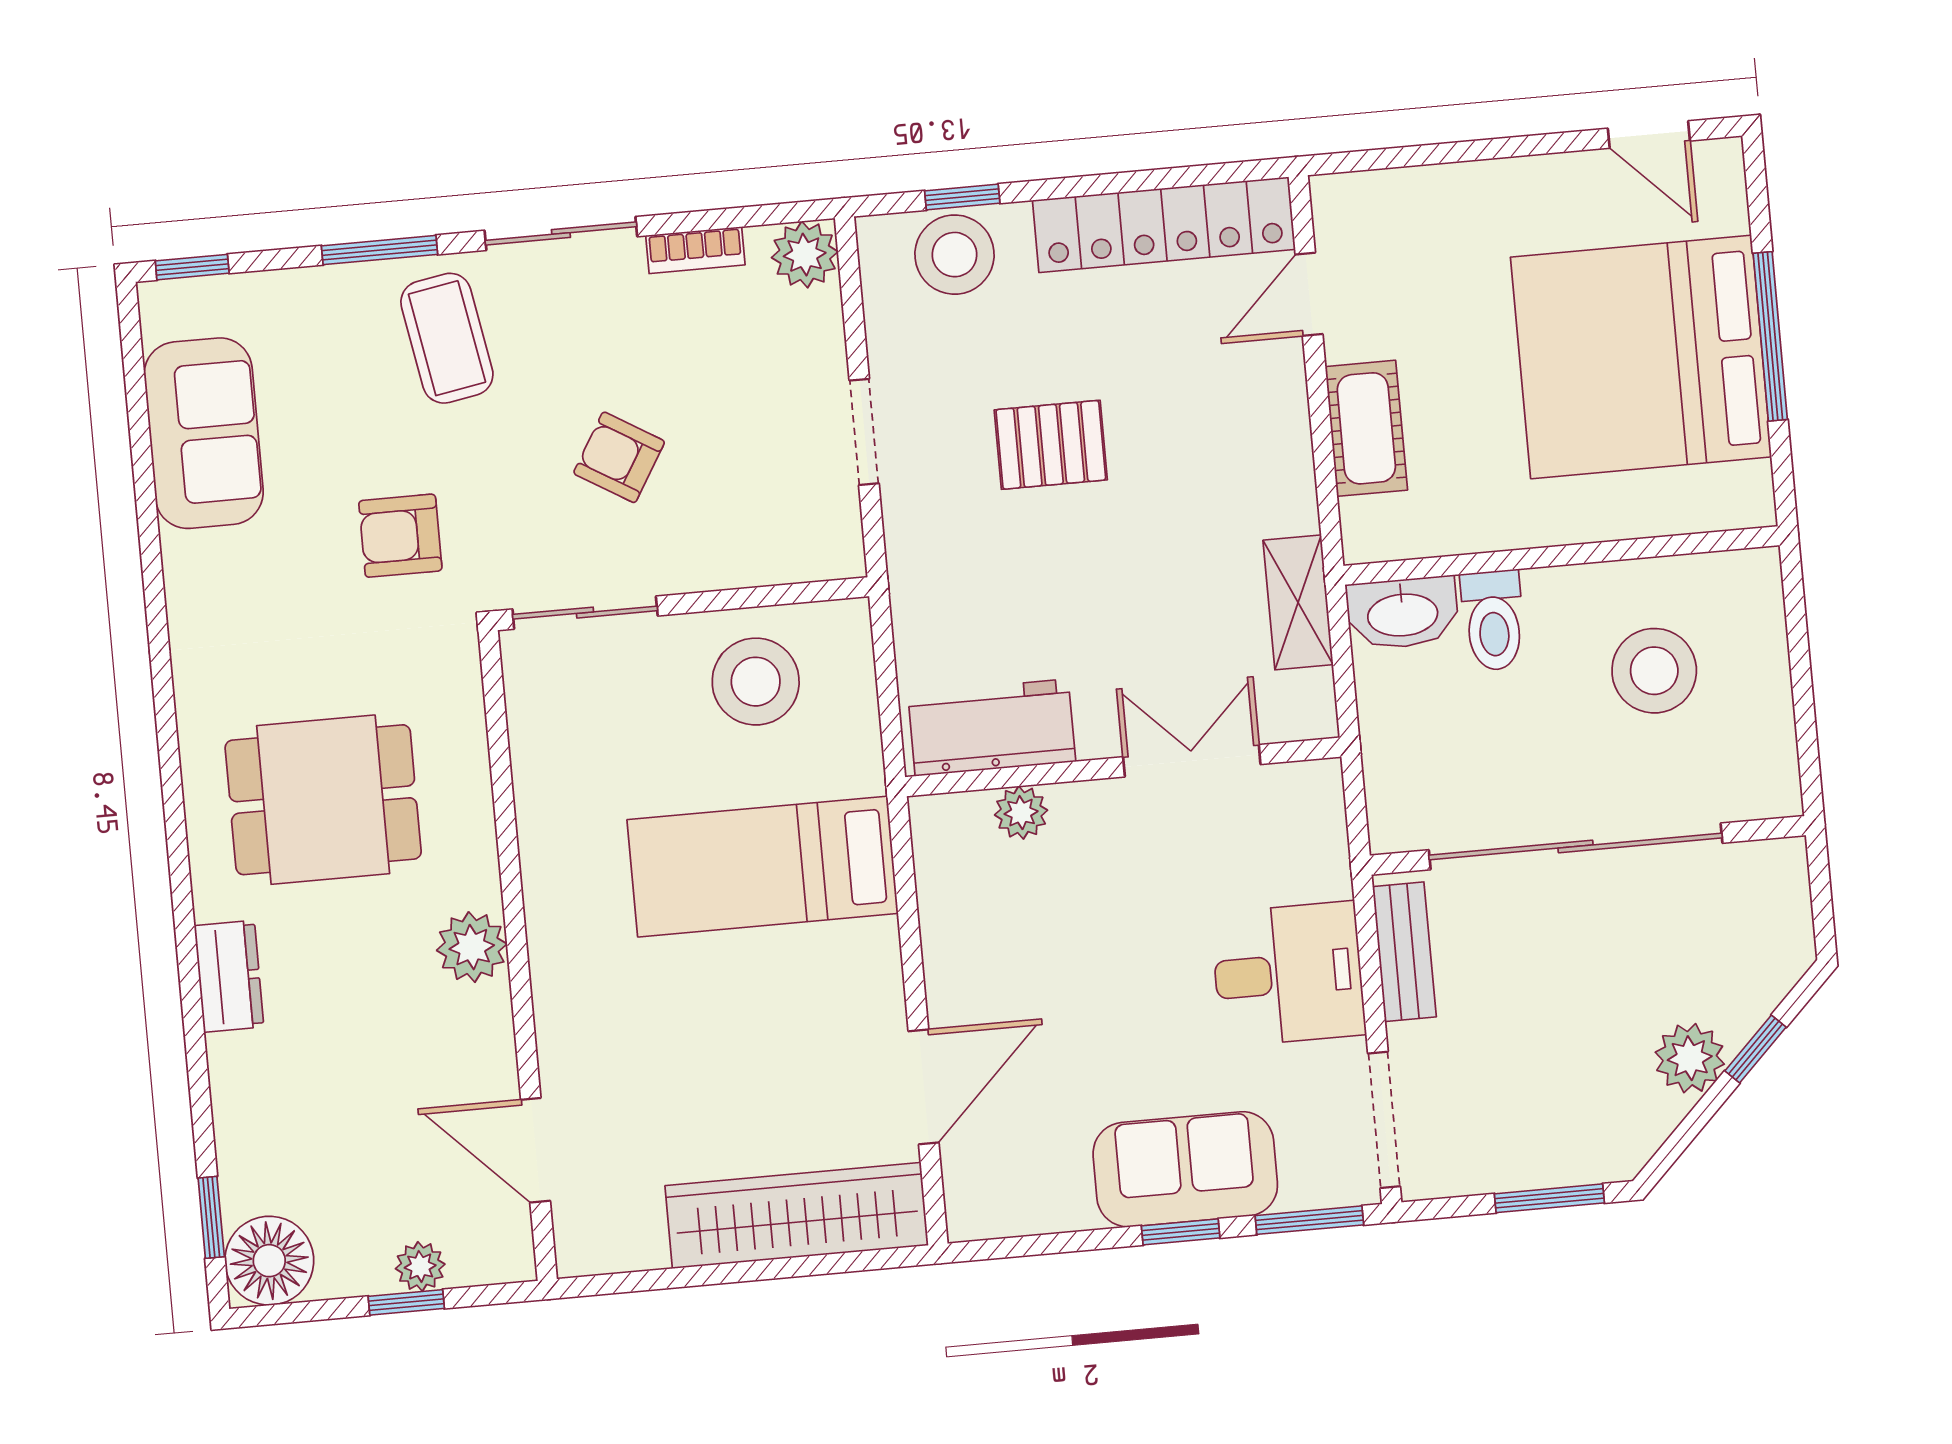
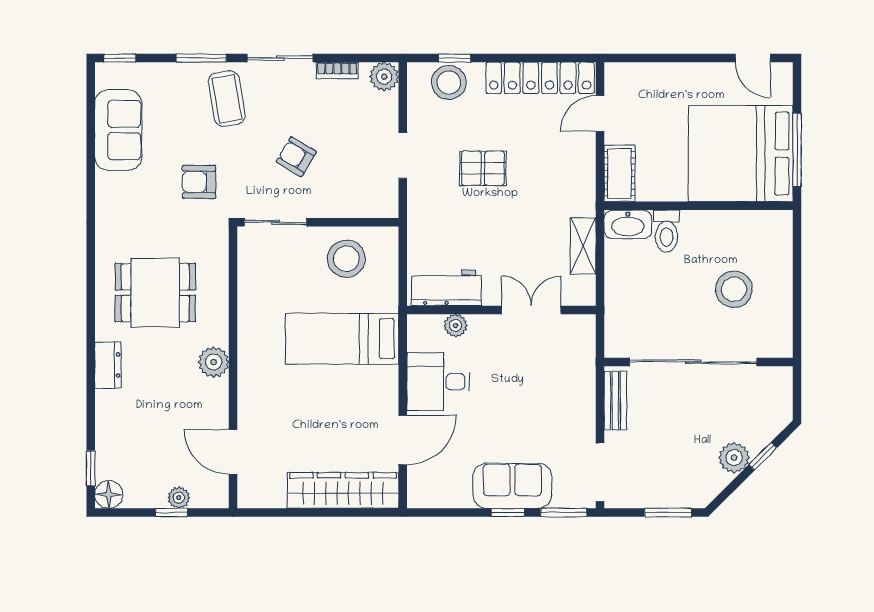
wall: (1561, 555) -> (699, 206), moved
washbasin: (1403, 613) -> (628, 224), moved
toilet: (1493, 620) -> (667, 231), moved
desk: (1288, 974) -> (438, 382), moved, turned 180
floor lamp: (269, 1261) -> (109, 494), width x0.73, depth x0.73

